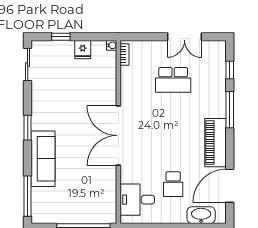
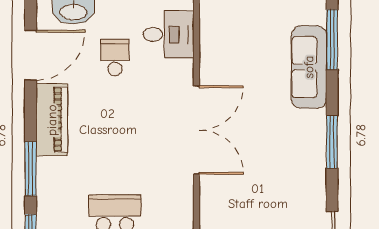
window: (28, 128) -> (332, 142), width x1.44
sofa: (43, 159) -> (309, 67), moved

